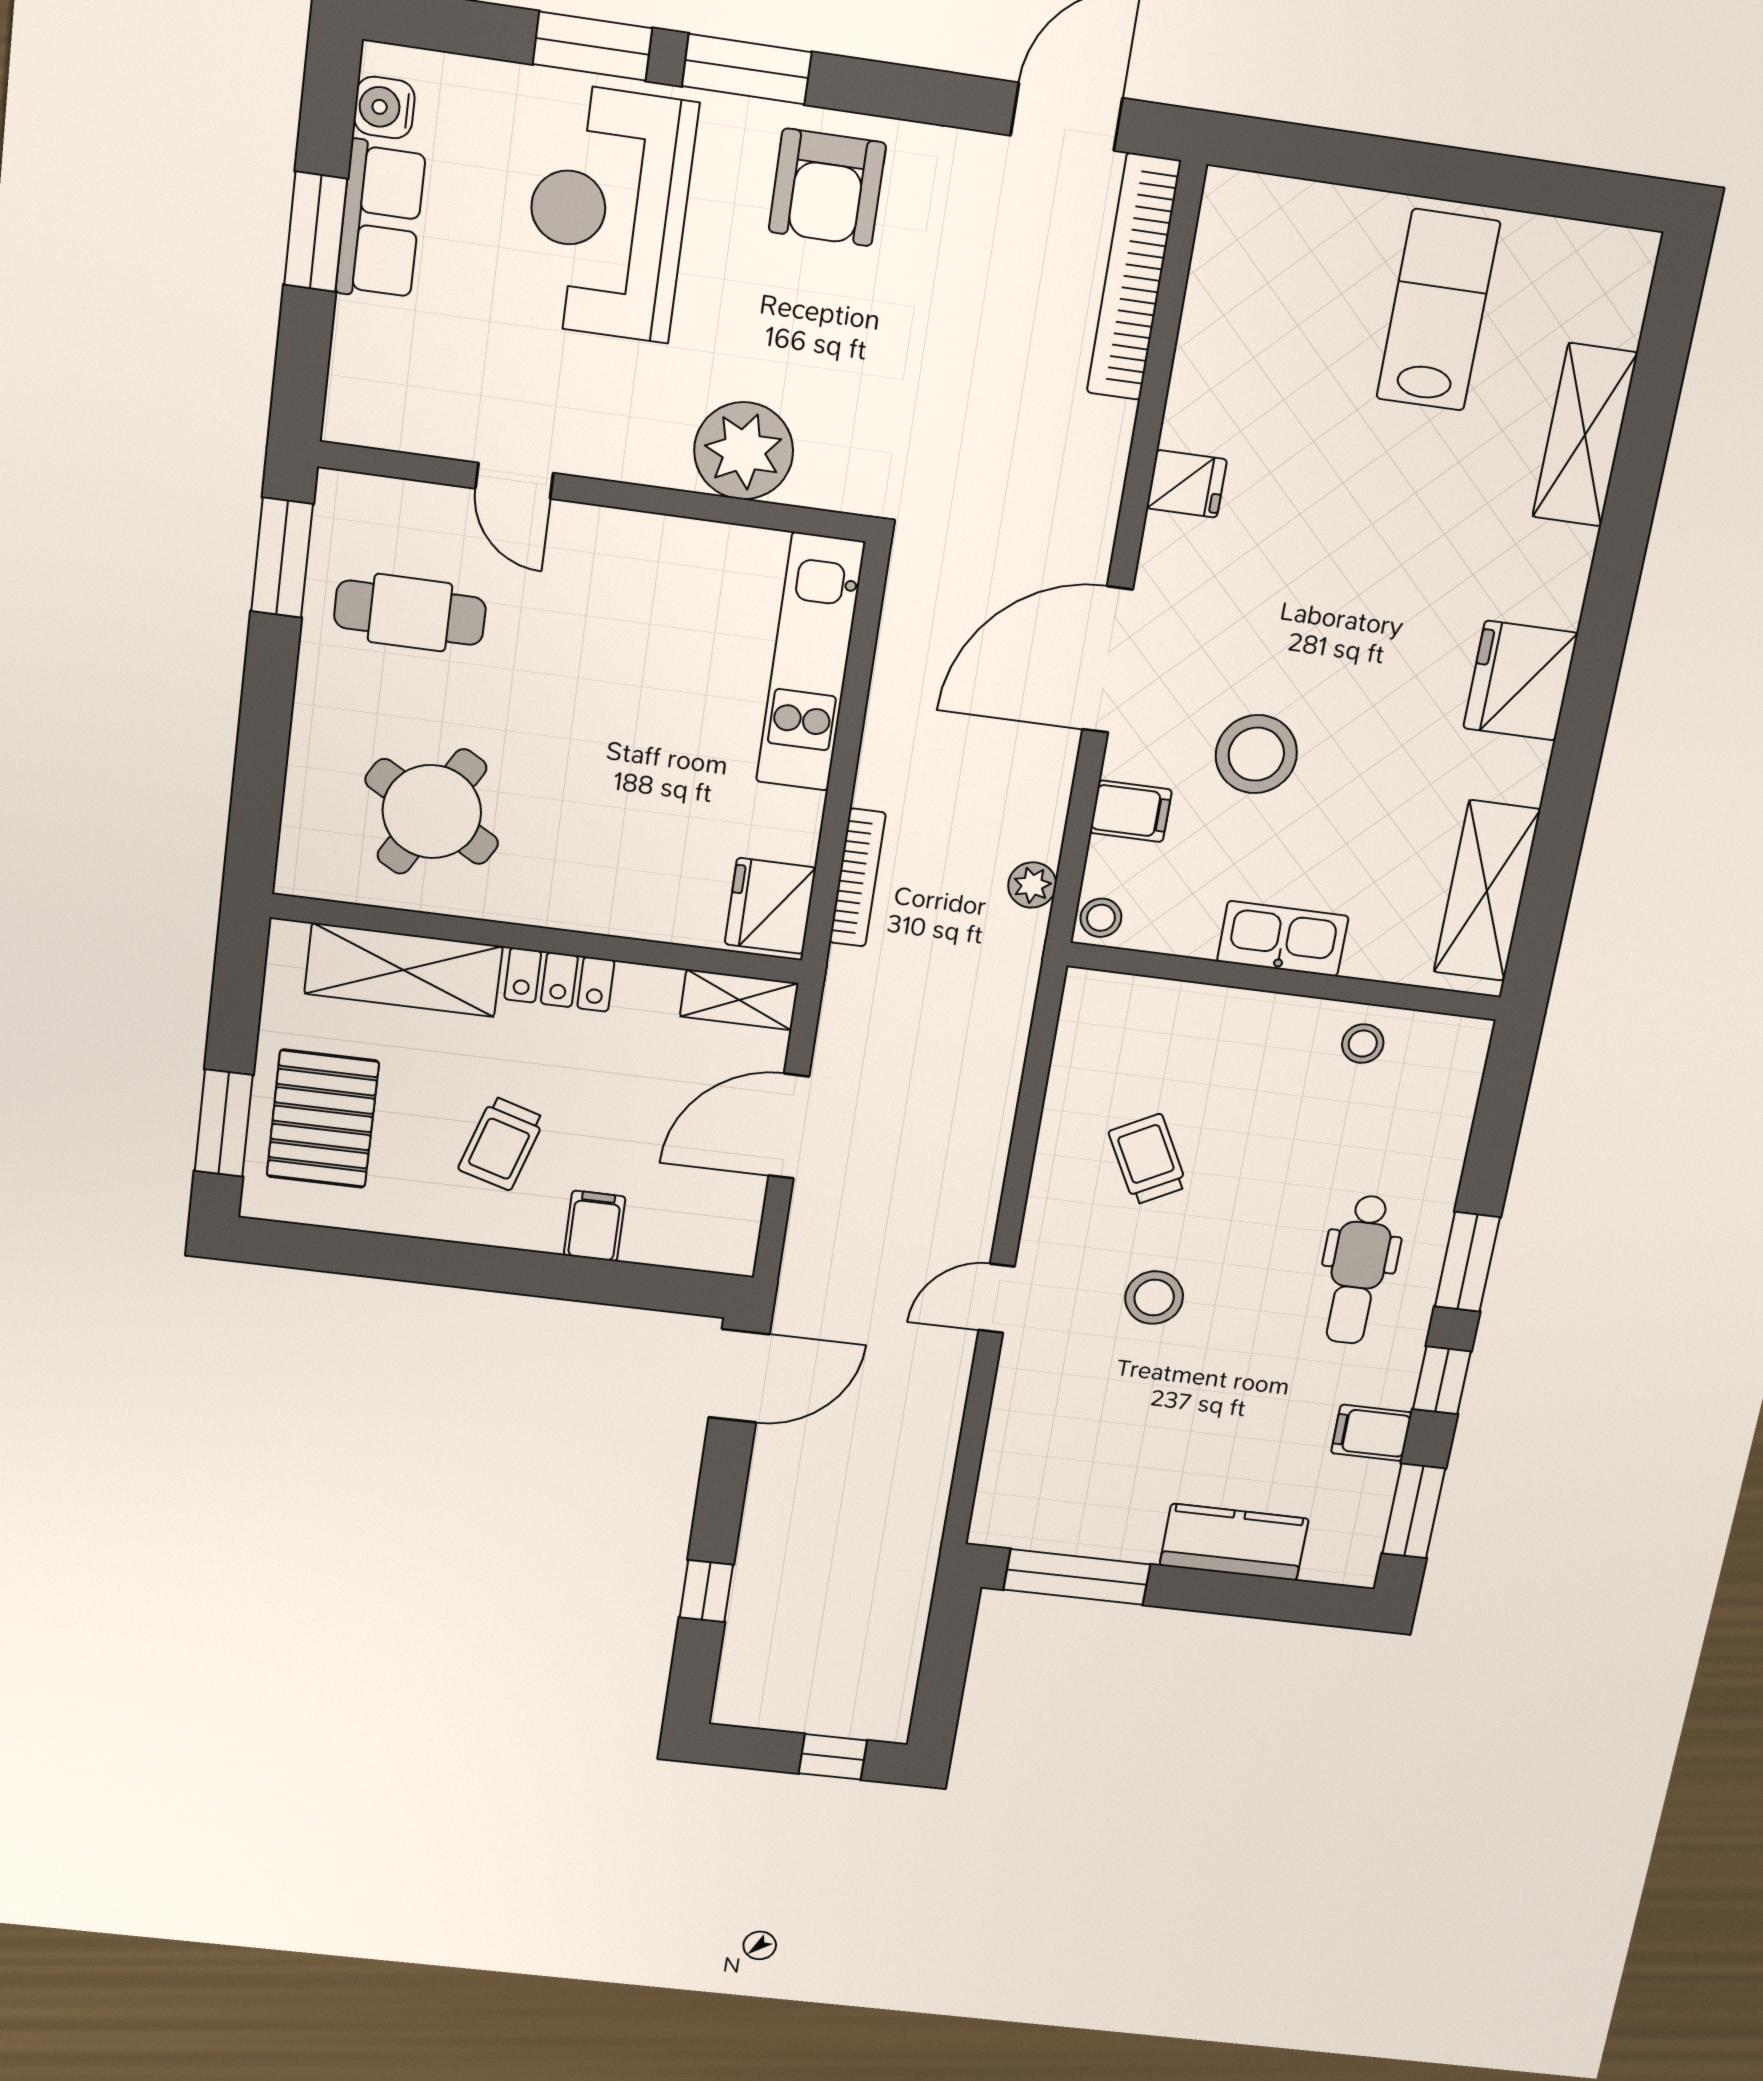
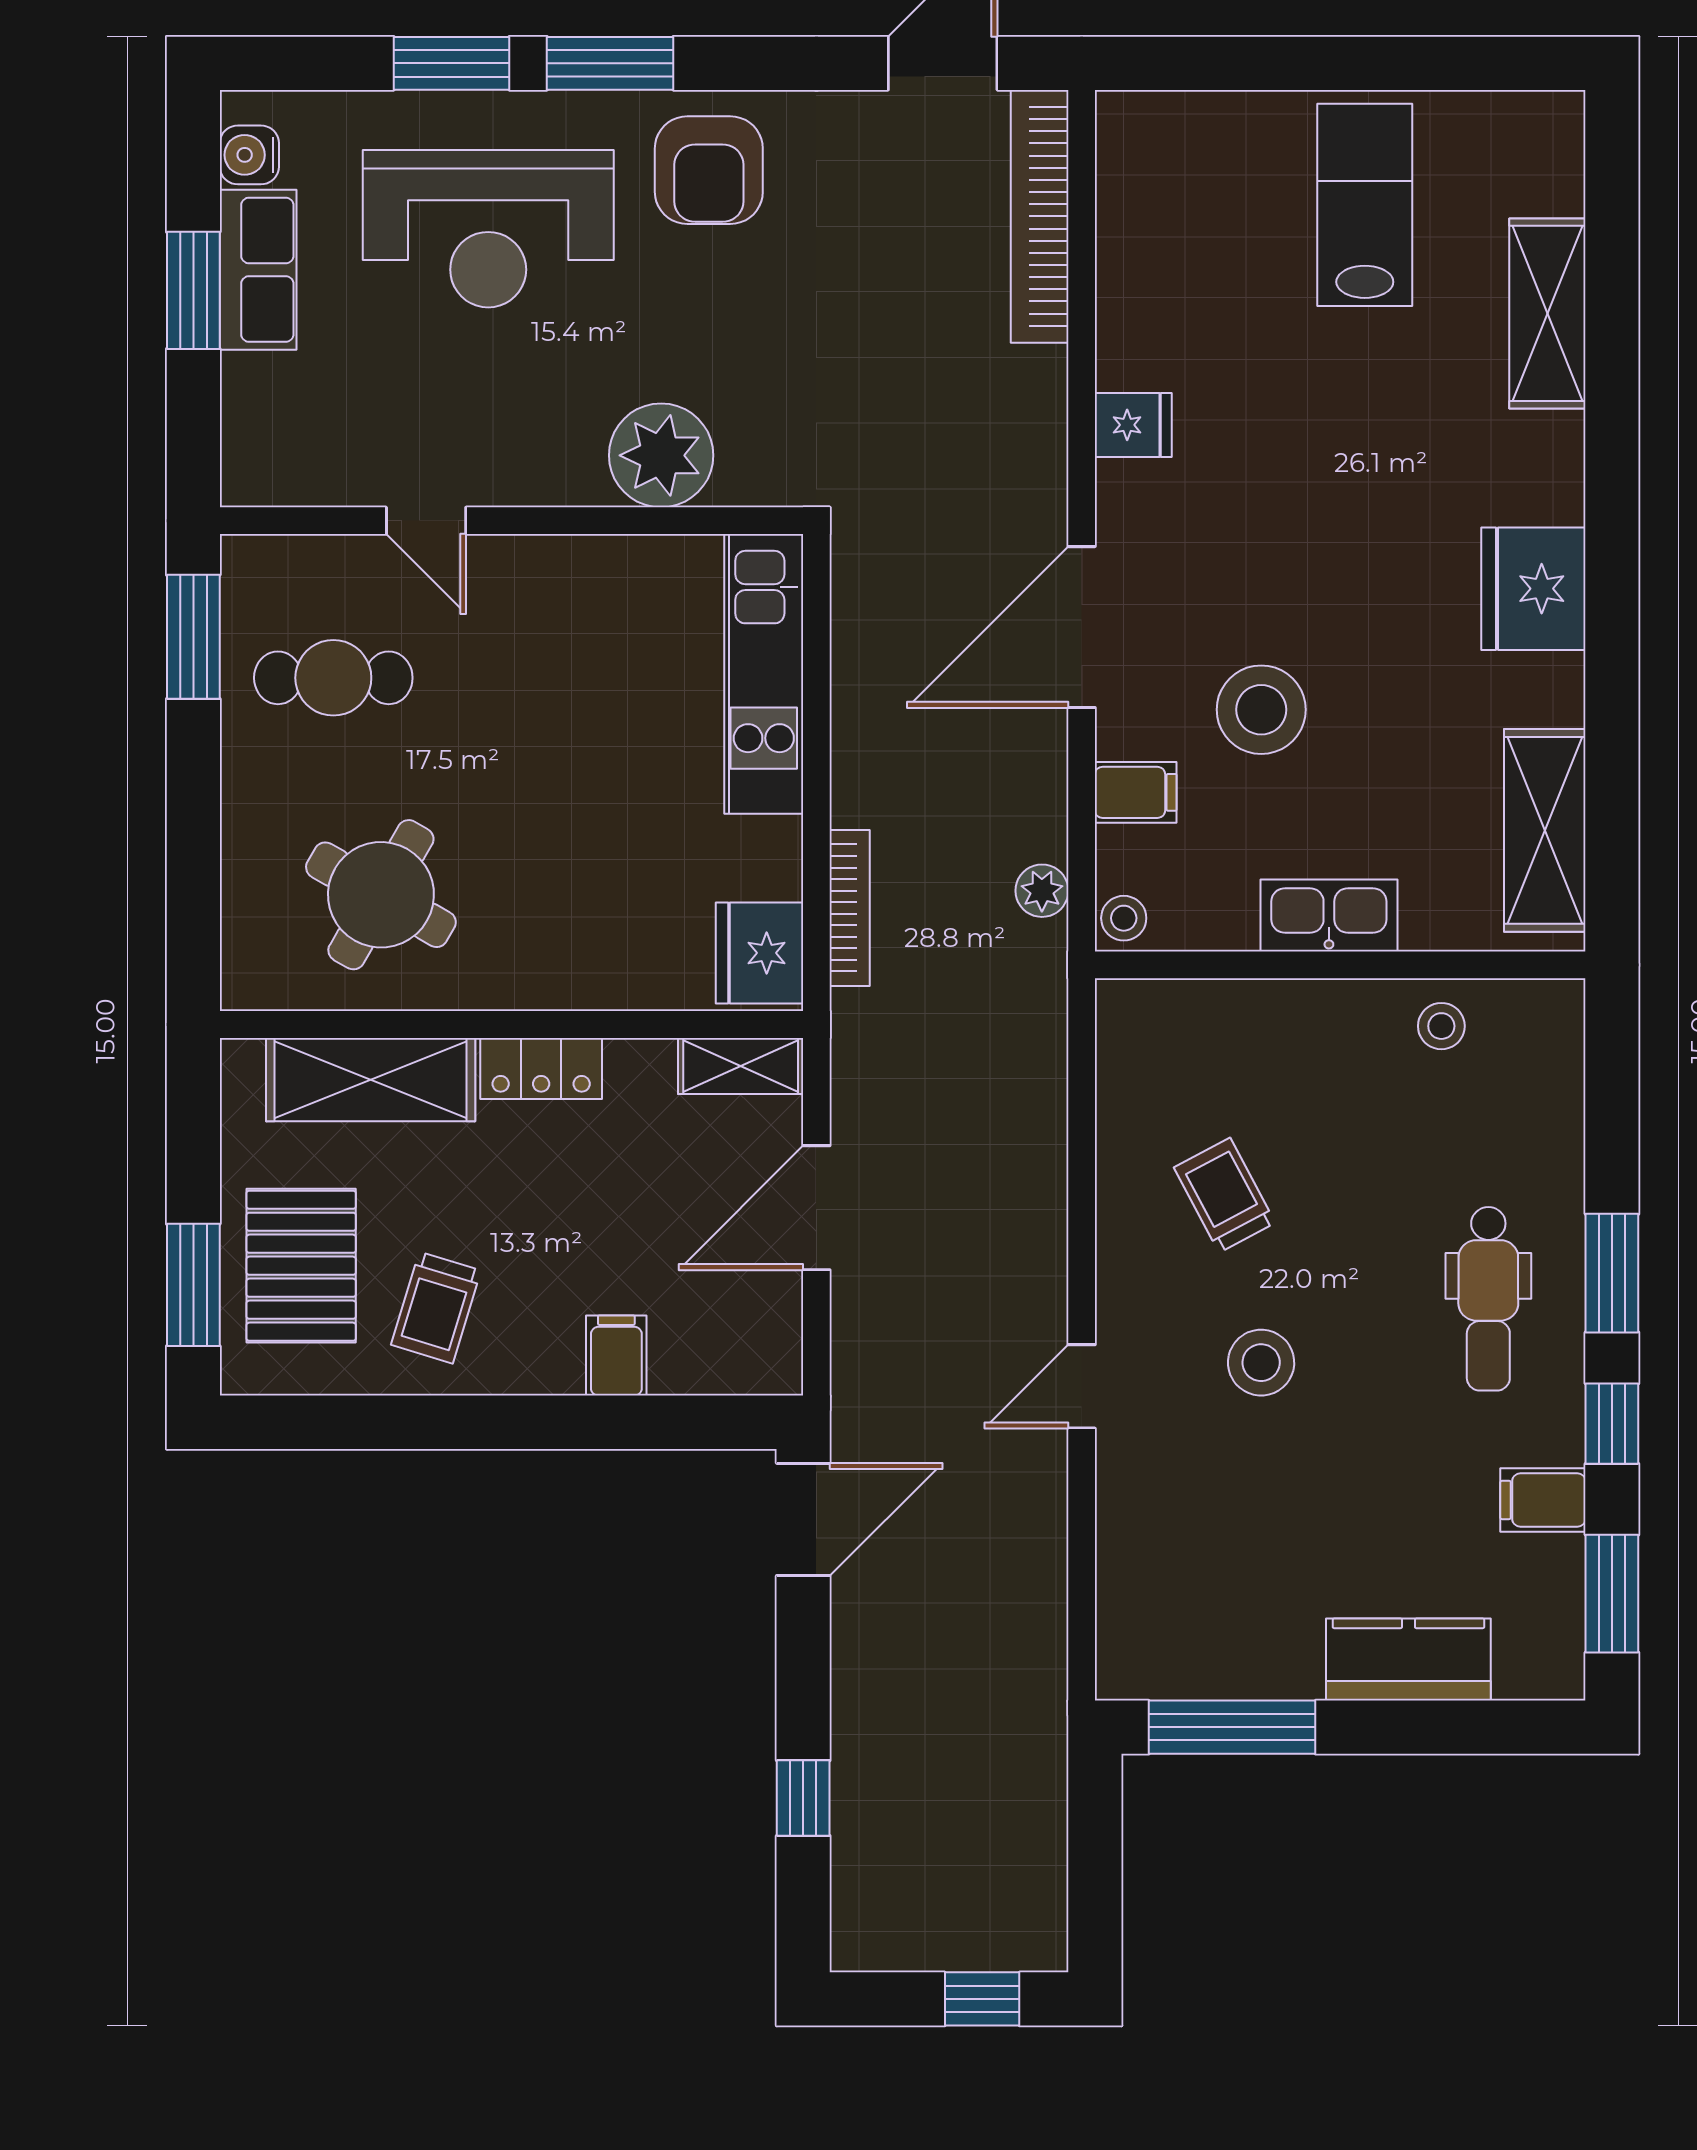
reception desk: (608, 213) -> (488, 229), turned -90
trolley: (501, 1143) -> (436, 1308), moved

